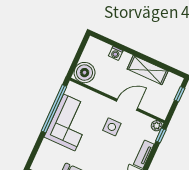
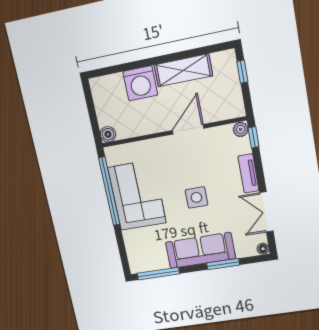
washing machine: (116, 53) -> (140, 83), width x1.89, depth x1.89
boiler: (85, 73) -> (108, 134), width x0.54, depth x0.54
side table: (112, 127) -> (196, 197), moved

